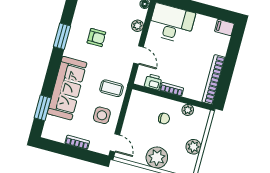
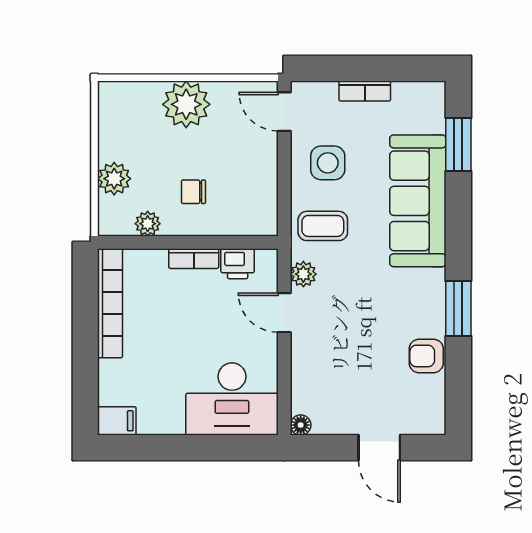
plant: (137, 26) -> (303, 274), moved
armchair: (96, 38) -> (426, 356), moved
plant: (193, 147) -> (114, 179), moved

